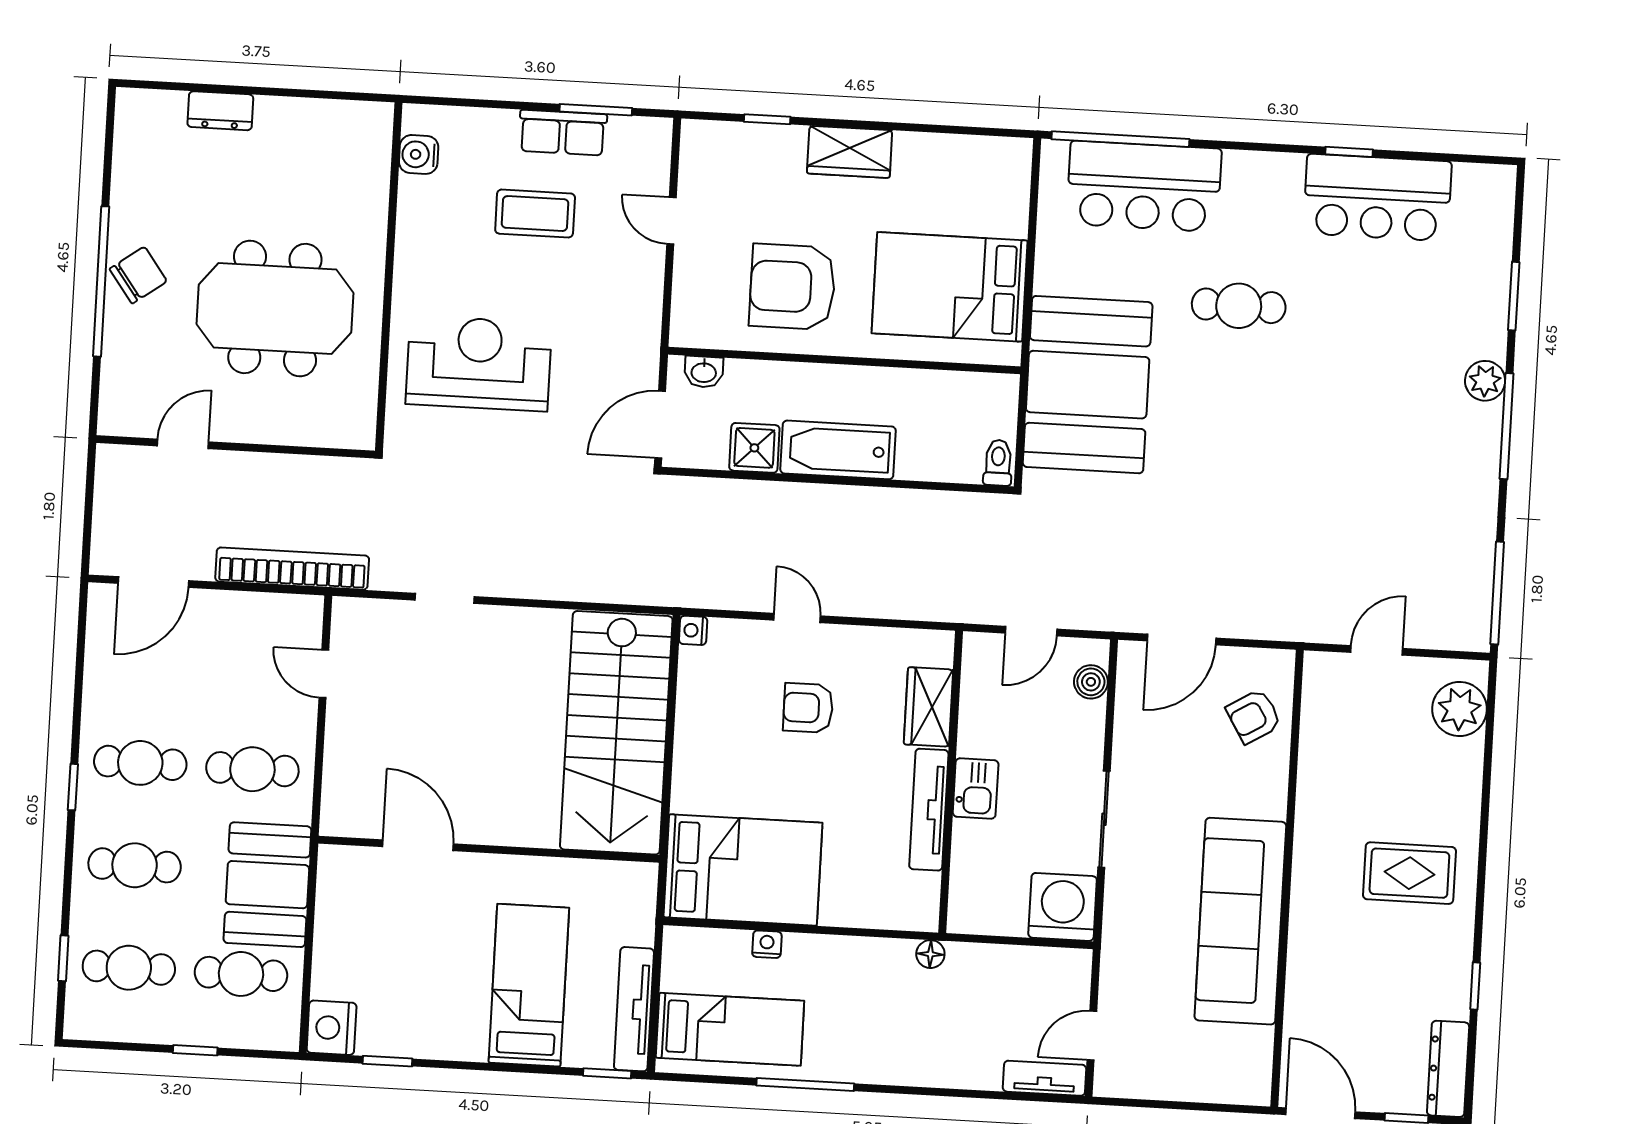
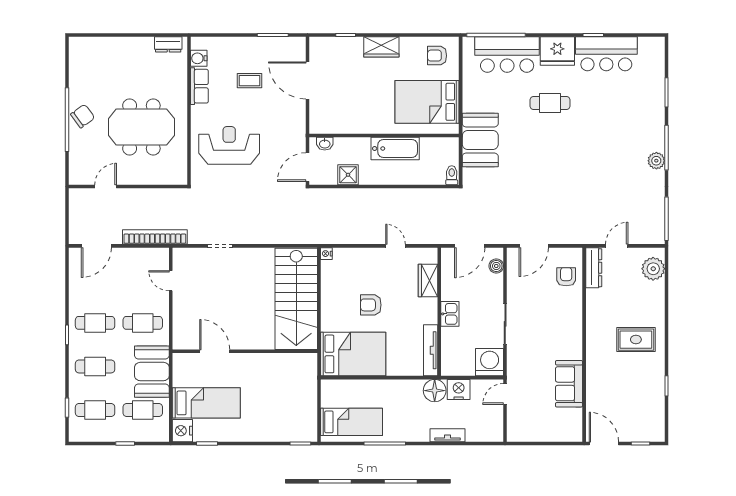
dresser: (220, 111) -> (168, 44), moved
row of seats: (563, 133) -> (199, 86), moved, turned -90
fridge: (1263, 185) -> (557, 51), added
coffee table: (535, 214) -> (249, 81), width x0.73, depth x0.77
door: (671, 221) -> (307, 80), width x1.88
armchair: (792, 287) -> (437, 56), moved, width x0.53, depth x0.53
plant: (1485, 381) -> (656, 161), moved
booth: (1088, 385) -> (480, 140), width x0.73, depth x0.70
bathtub: (838, 450) -> (395, 148), moved, turned 180
door: (797, 618) -> (396, 246), moved
door: (1031, 631) -> (470, 246), width x1.38
armchair: (808, 708) -> (371, 305), moved
armchair: (1254, 716) -> (566, 277), turned 121
tv unit: (929, 810) -> (431, 350), moved
sofa: (1240, 921) -> (569, 384), width x0.54, depth x0.79
nightstand: (767, 944) -> (459, 389), moved, width x1.89, depth x1.79
floor lamp: (930, 954) -> (435, 391), width x1.89, depth x1.89
bed: (529, 985) -> (206, 403), moved, turned 90
tv unit: (634, 1009) -> (310, 416), removed
door: (1092, 1036) -> (505, 394), moved
dresser: (1448, 1069) -> (594, 268), moved, turned 180
tv unit: (1045, 1078) -> (447, 435), moved

